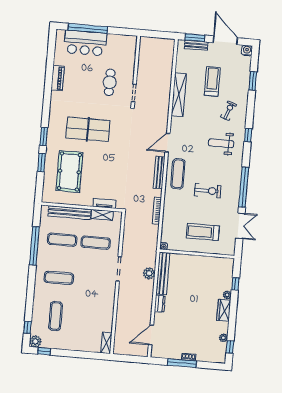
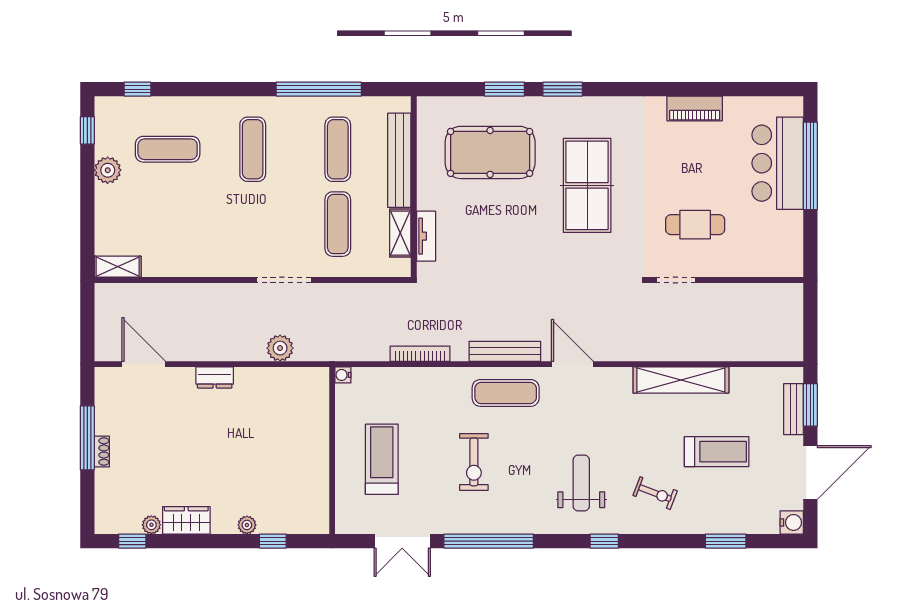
bench: (163, 273) -> (282, 379), removed
wardrobe: (224, 310) -> (186, 520), moved
plant: (35, 341) -> (108, 170), moved

